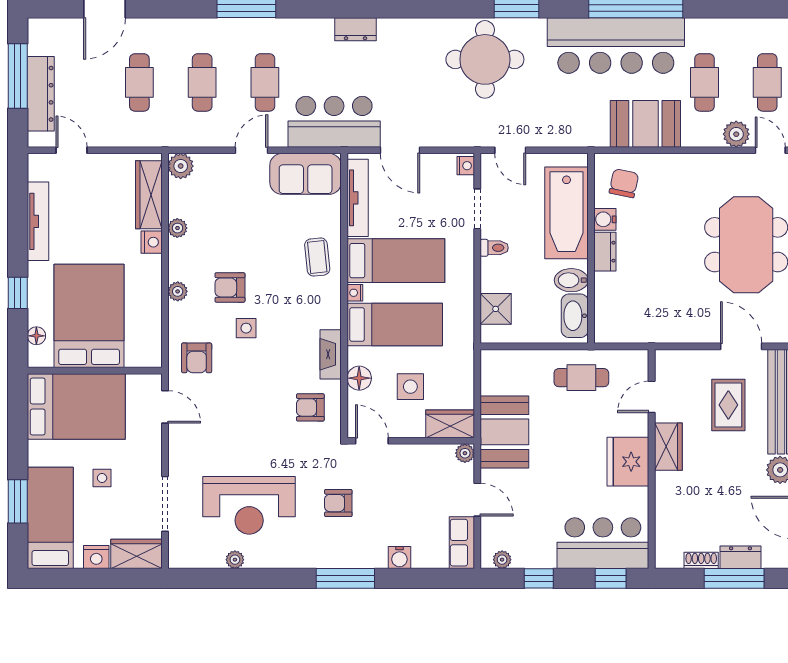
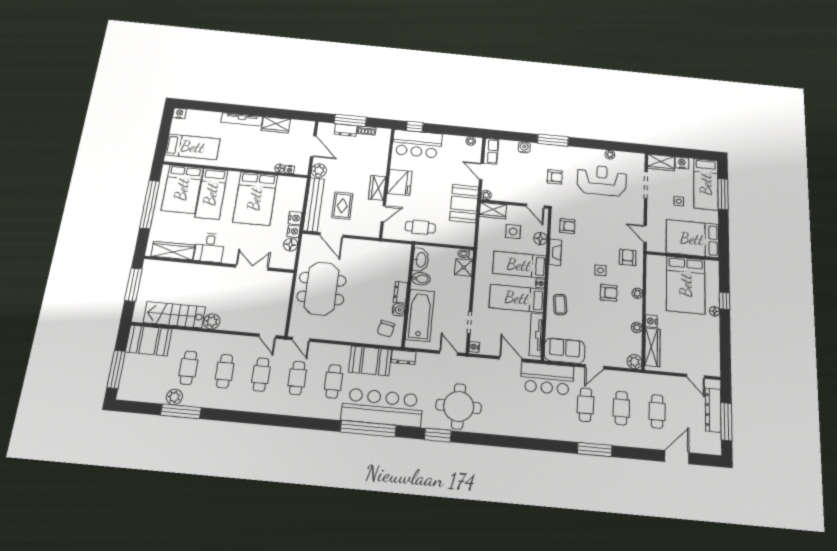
dresser: (356, 29) -> (404, 357), moved, turned 180
plant: (736, 134) -> (319, 350), removed
tv unit: (38, 221) -> (714, 338), removed
toilet: (494, 248) -> (466, 254), moved
floor lamp: (36, 336) -> (714, 311), moved
window: (18, 501) -> (723, 194), width x1.44
window: (539, 578) -> (452, 130), removed

